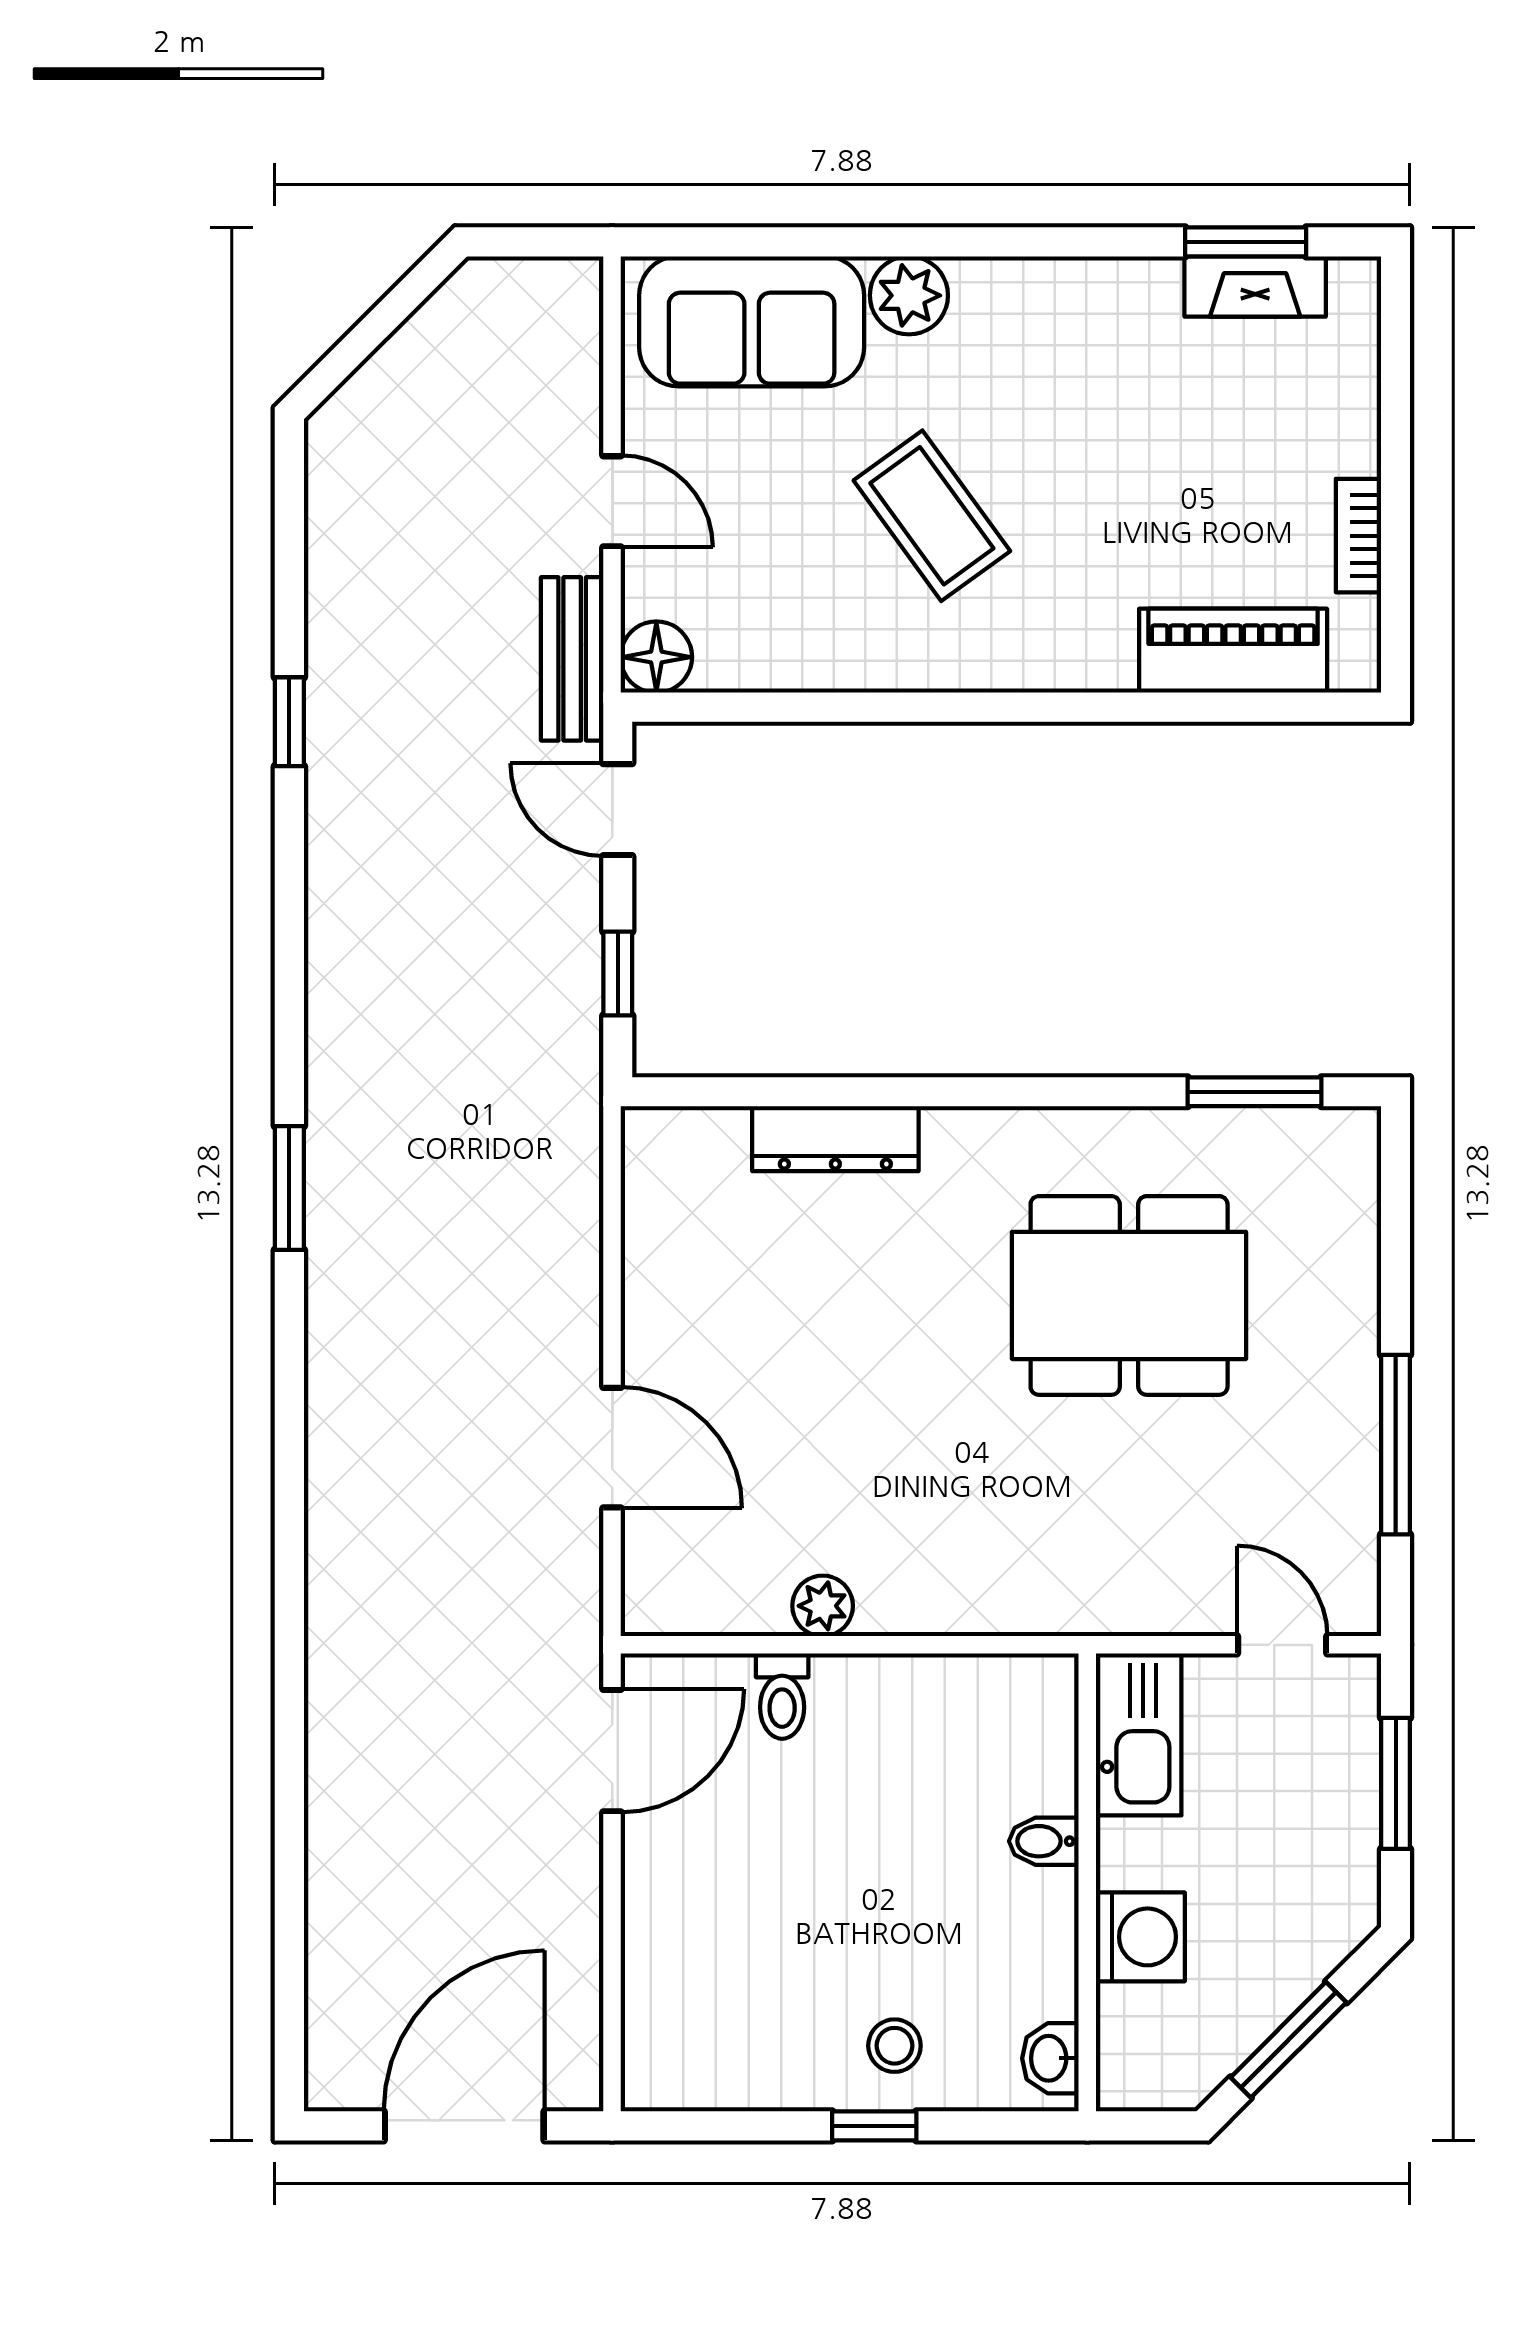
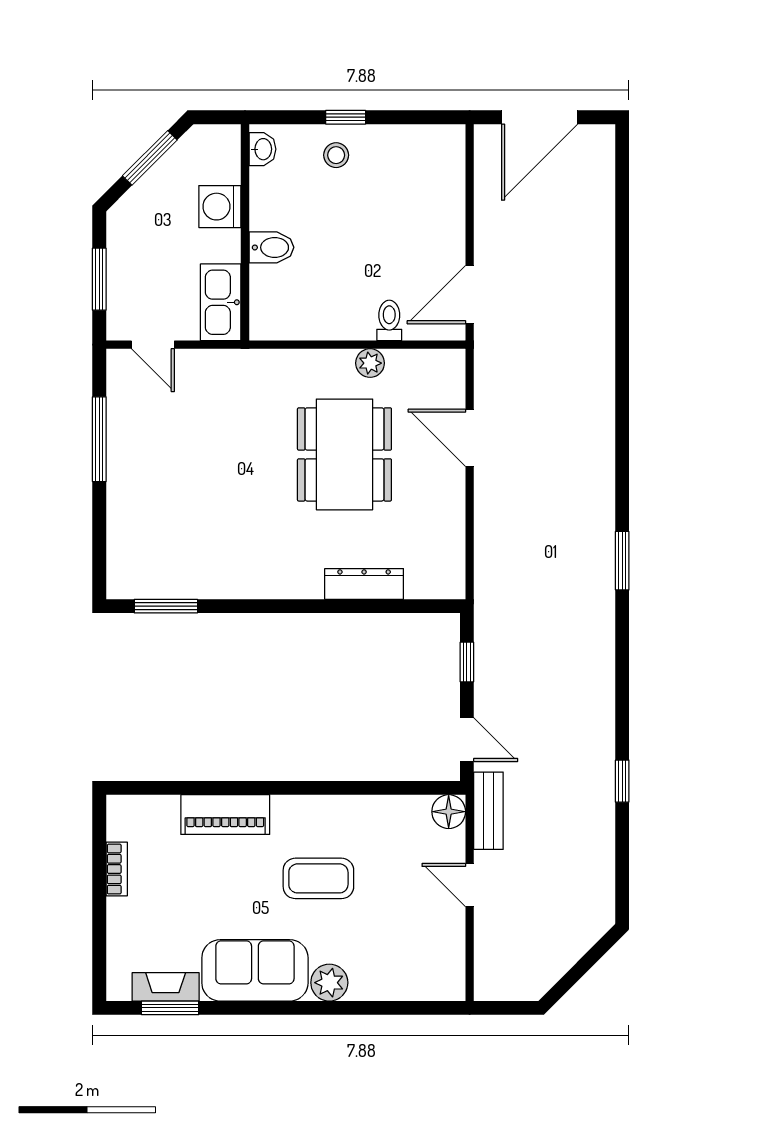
sofa: (752, 321) -> (255, 970), moved
coffee table: (932, 516) -> (318, 878), turned -54
piano: (1233, 651) -> (225, 815), moved
dining table: (1129, 1295) -> (344, 454), moved, turned 90
bidet: (1044, 1841) -> (271, 247), width x1.38, depth x1.36

